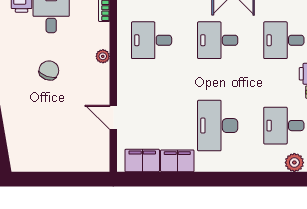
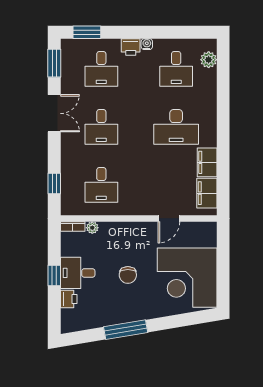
plant: (103, 56) -> (92, 228), moved
chair: (49, 70) -> (128, 275), turned -109
corner desk: (46, 138) -> (187, 278), added

